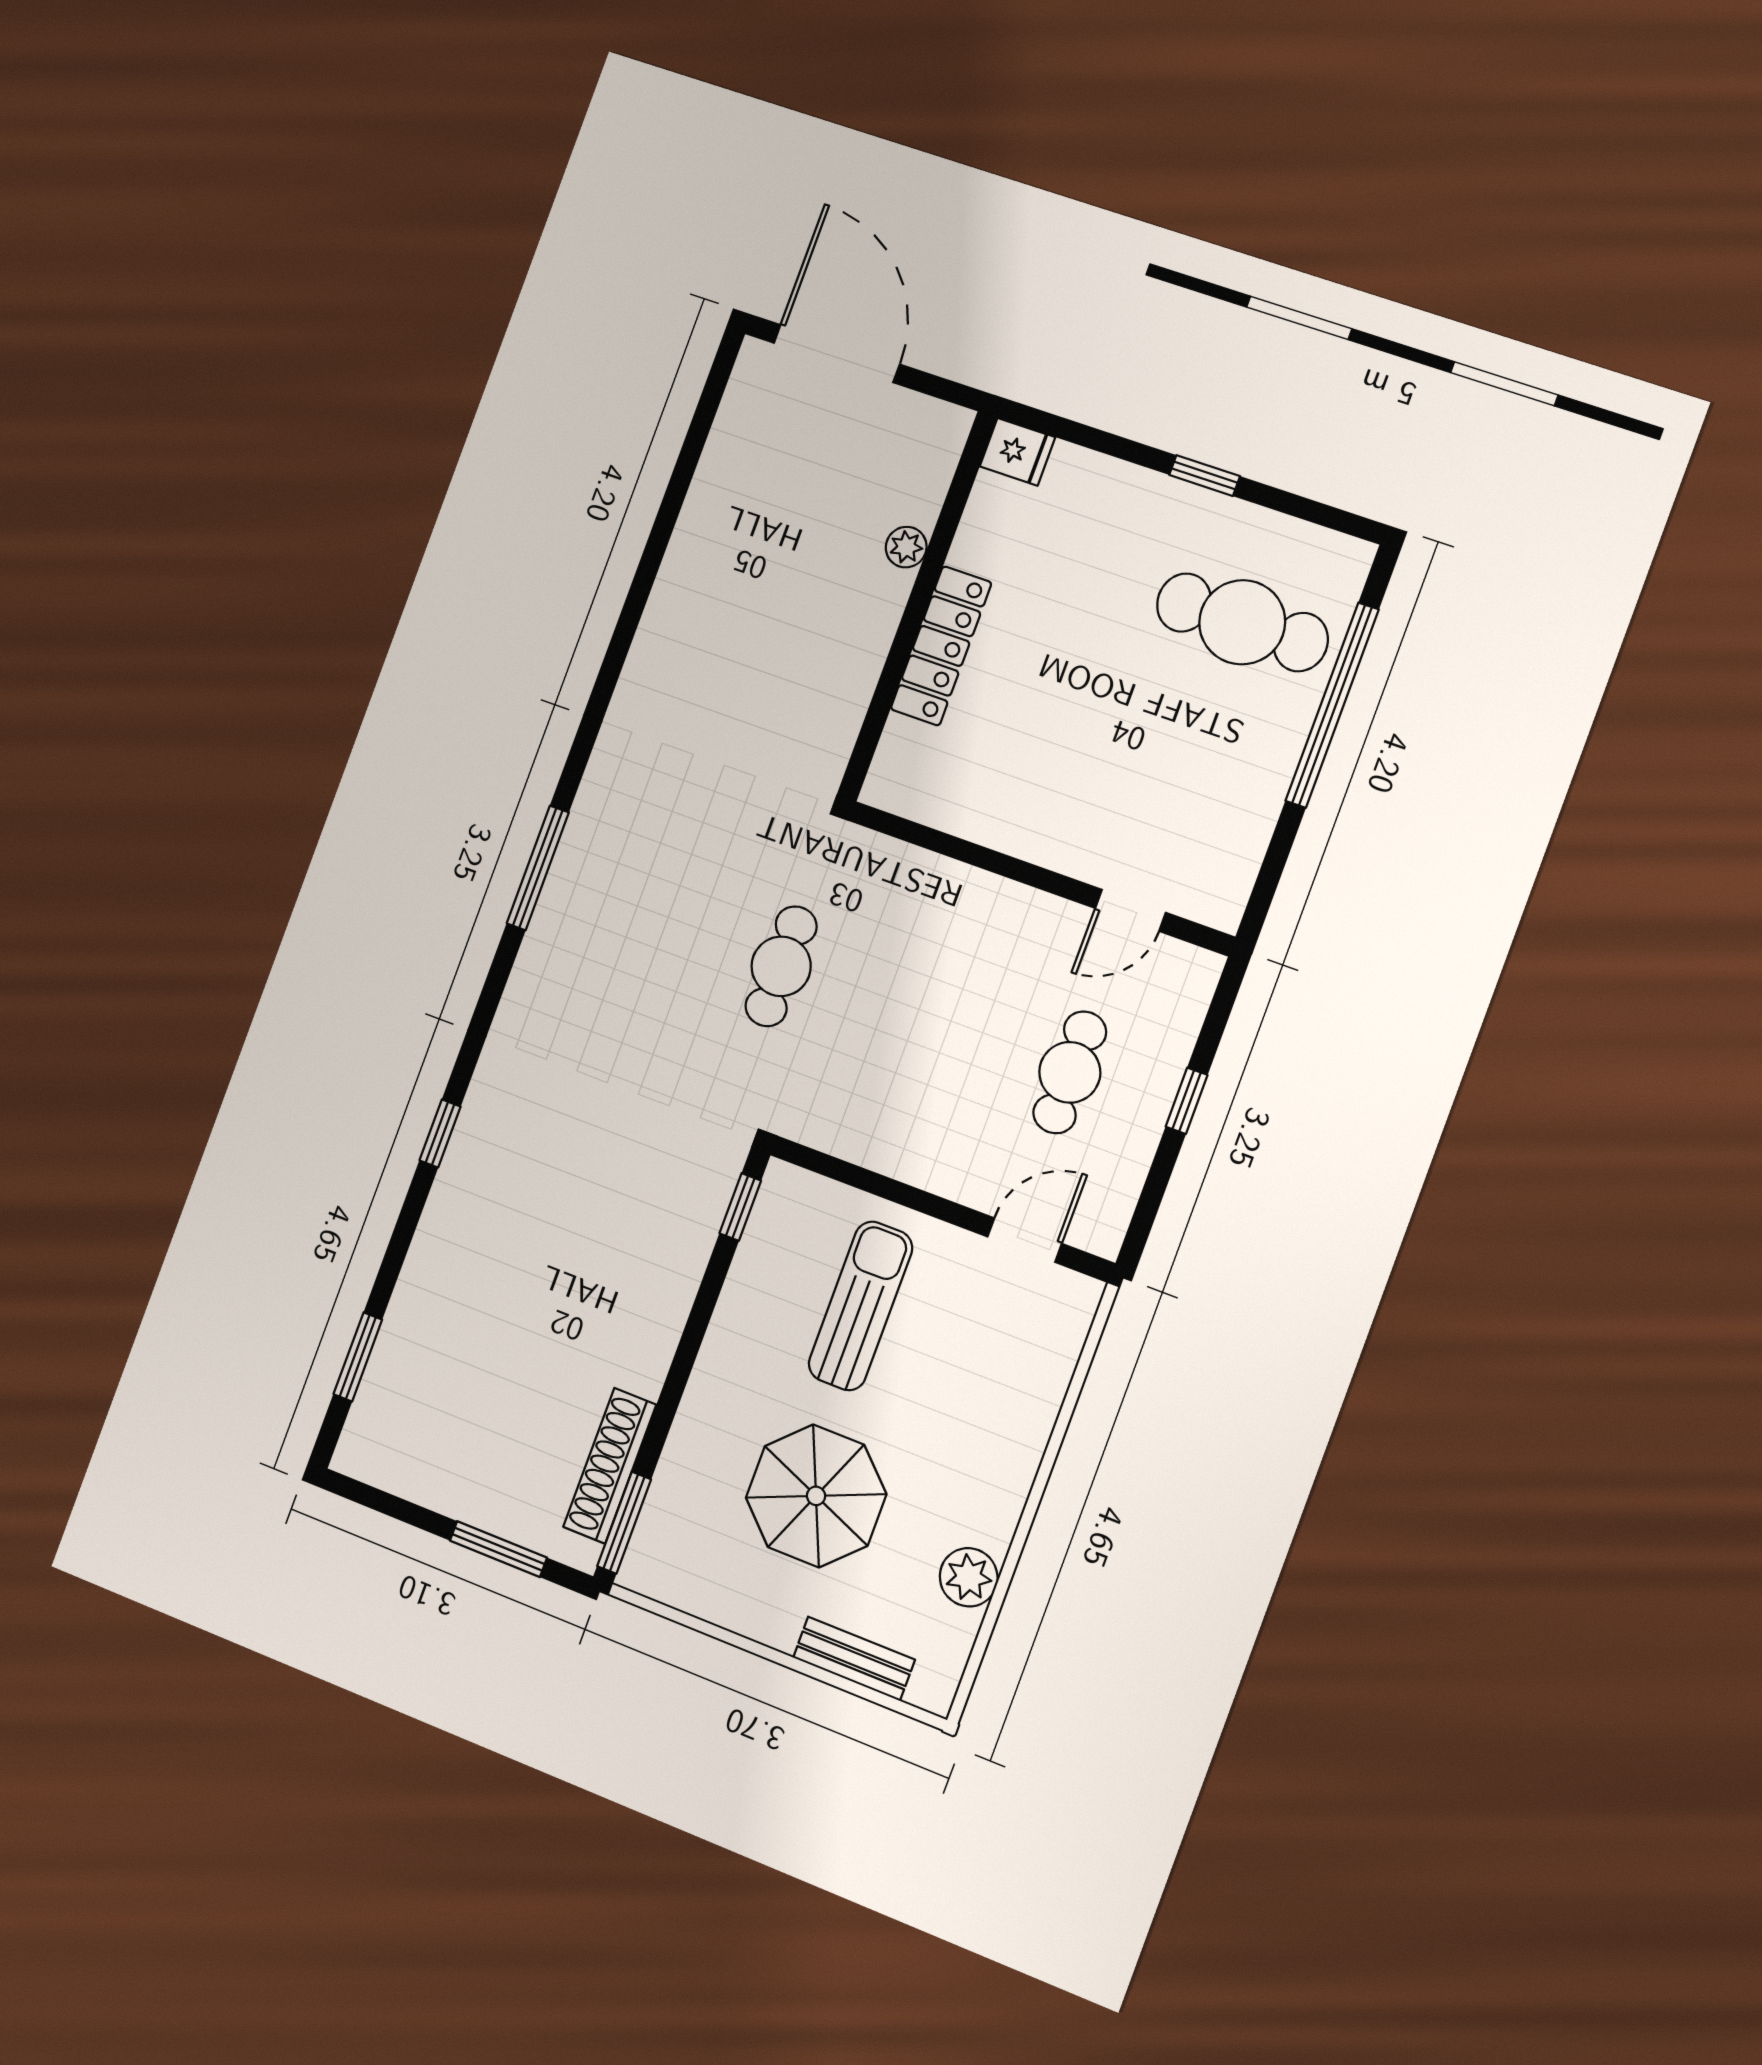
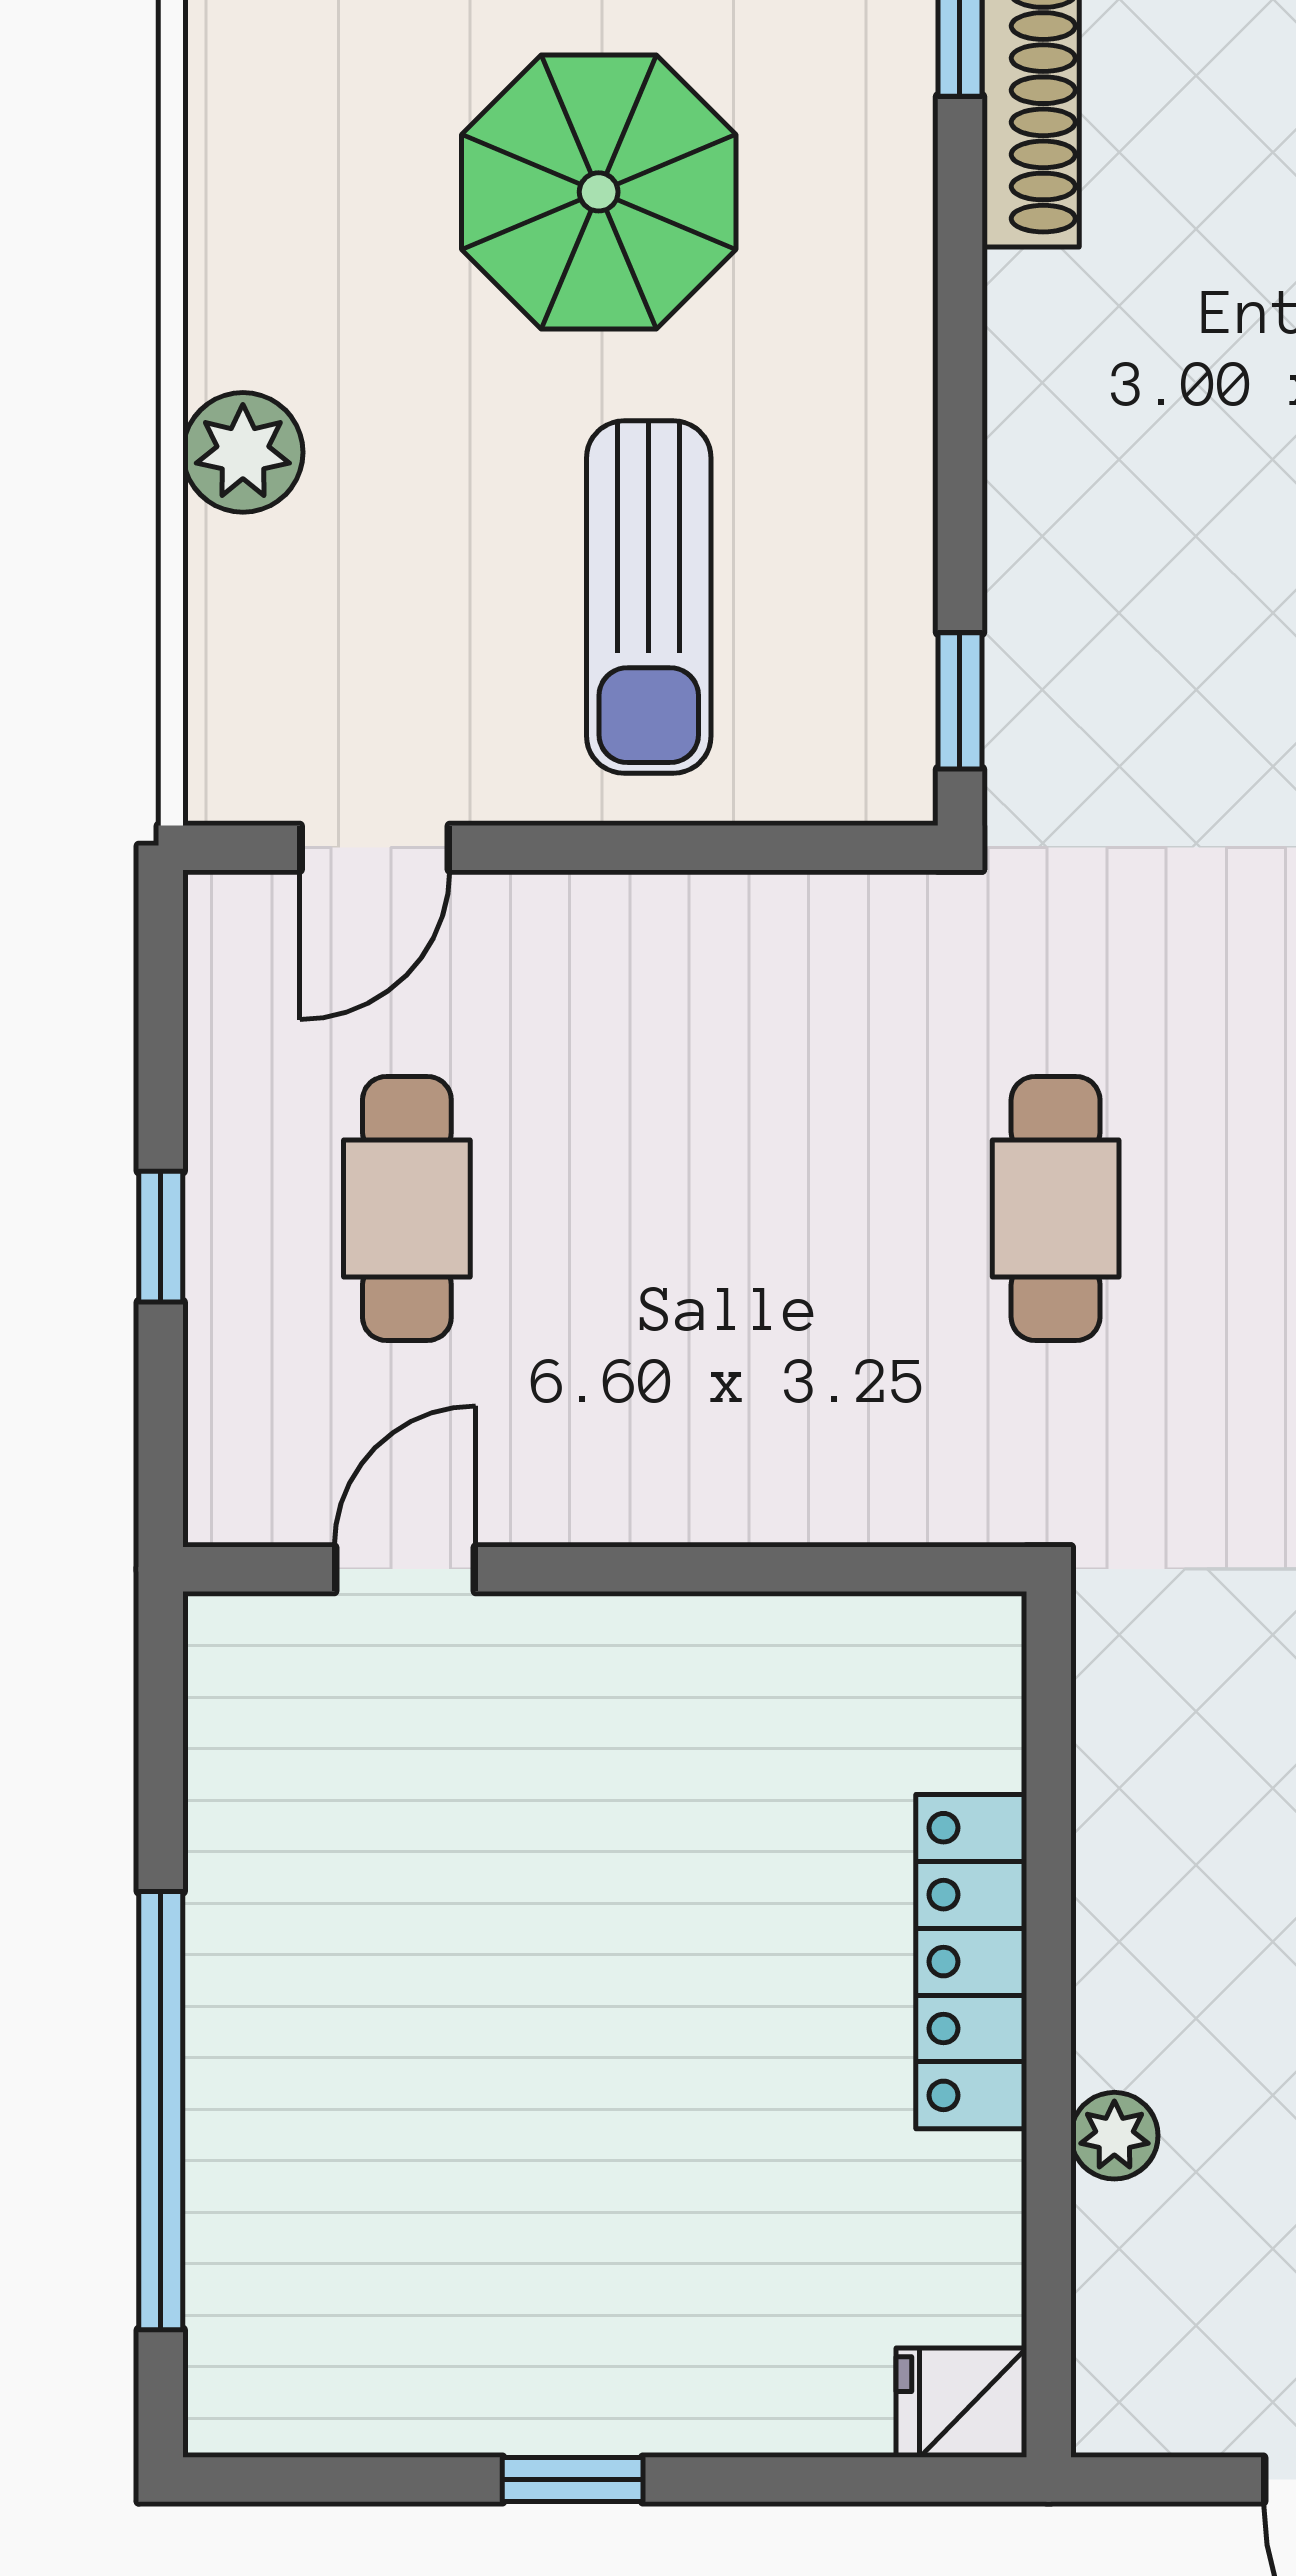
cafe table: (1242, 622) -> (394, 2214), removed
plant: (969, 1577) -> (243, 452), moved

